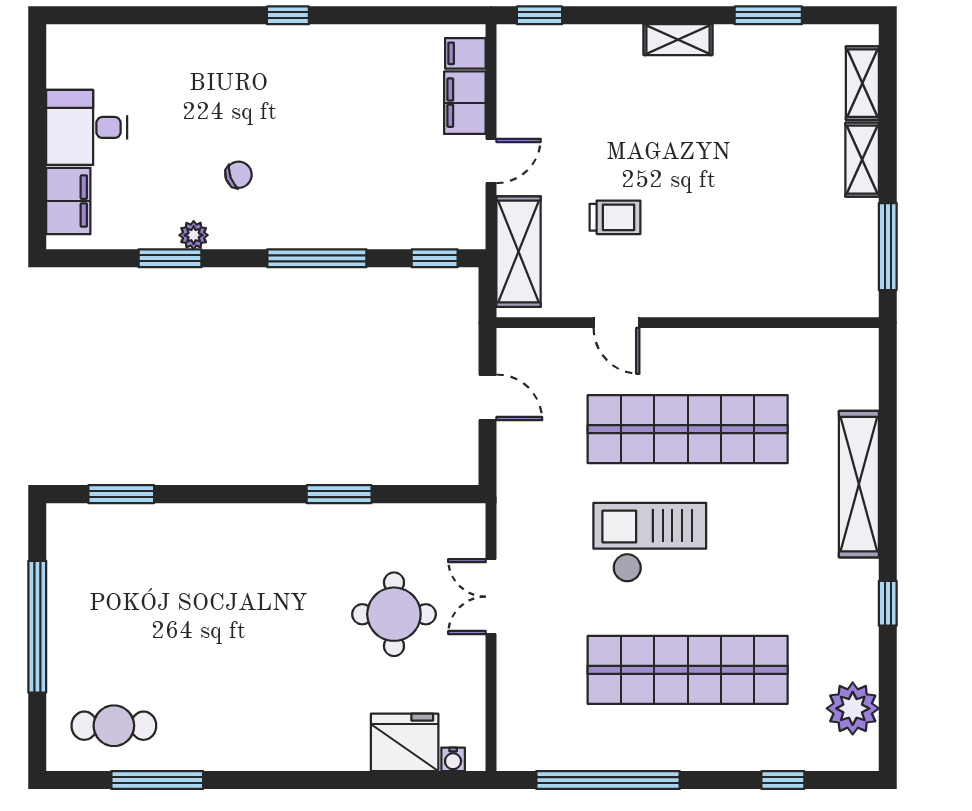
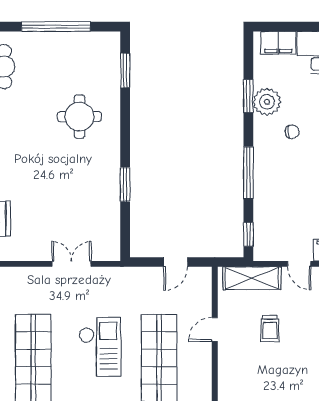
chair: (239, 175) -> (292, 132), turned -70
plant: (194, 235) -> (267, 102), width x1.88, depth x1.88
round table: (394, 614) -> (79, 117), moved

